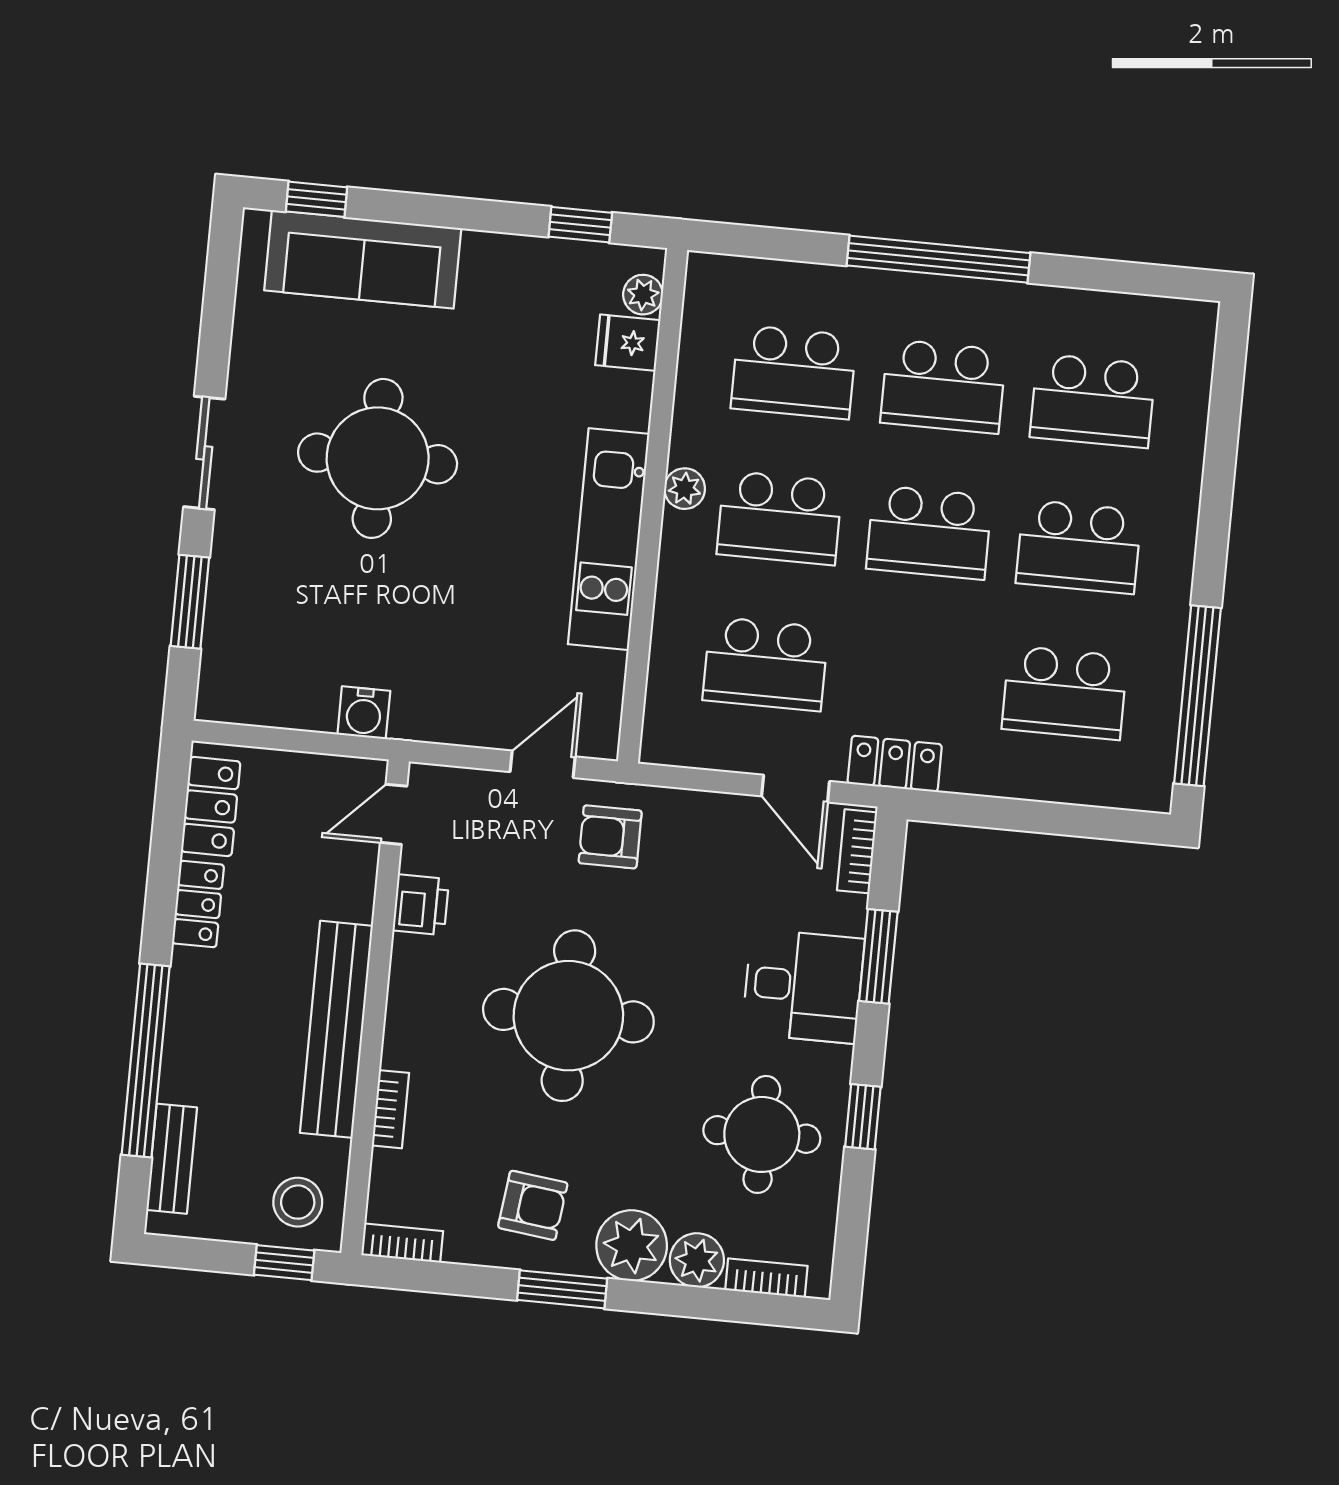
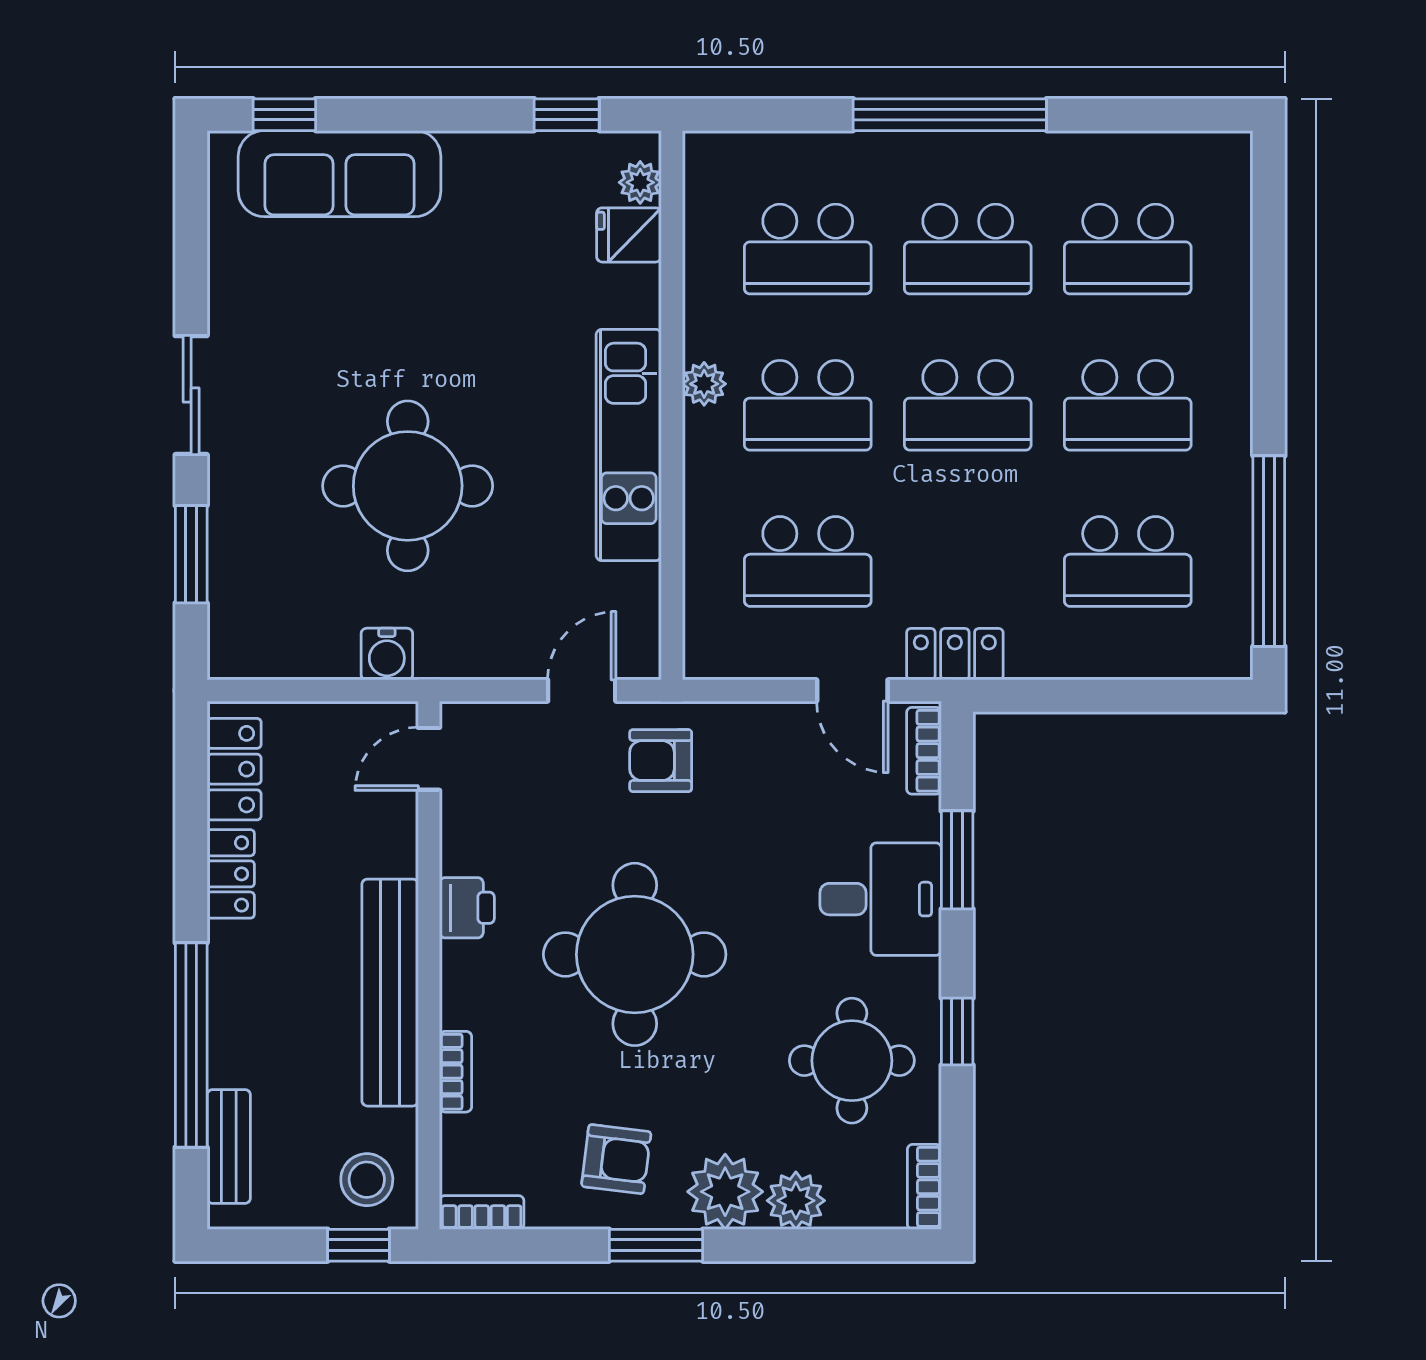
round table: (378, 458) -> (408, 486), moved
printer: (421, 905) -> (467, 908), moved
bookcase: (766, 1278) -> (924, 1187), moved, turned -90

